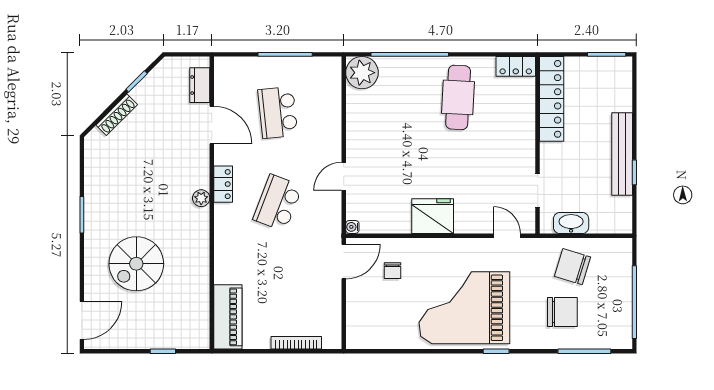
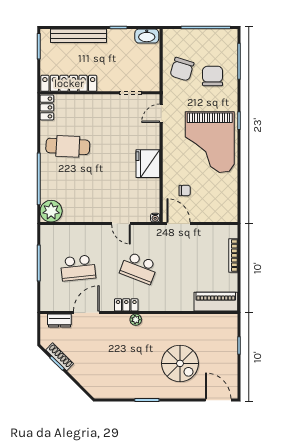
shoe rack: (117, 115) -> (60, 357), moved
bench: (622, 154) -> (78, 36), moved
washbasin: (571, 223) -> (147, 36), moved, turned -90

